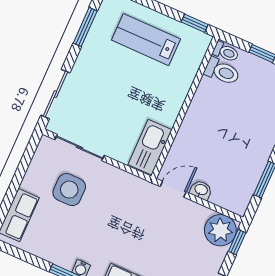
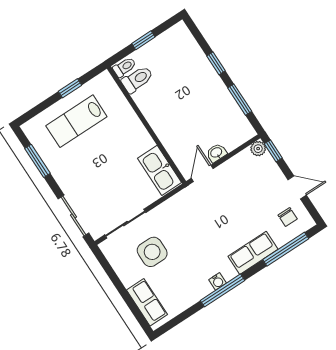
window: (195, 23) -> (70, 88), moved
plant: (220, 230) -> (258, 149), width x0.53, depth x0.53

